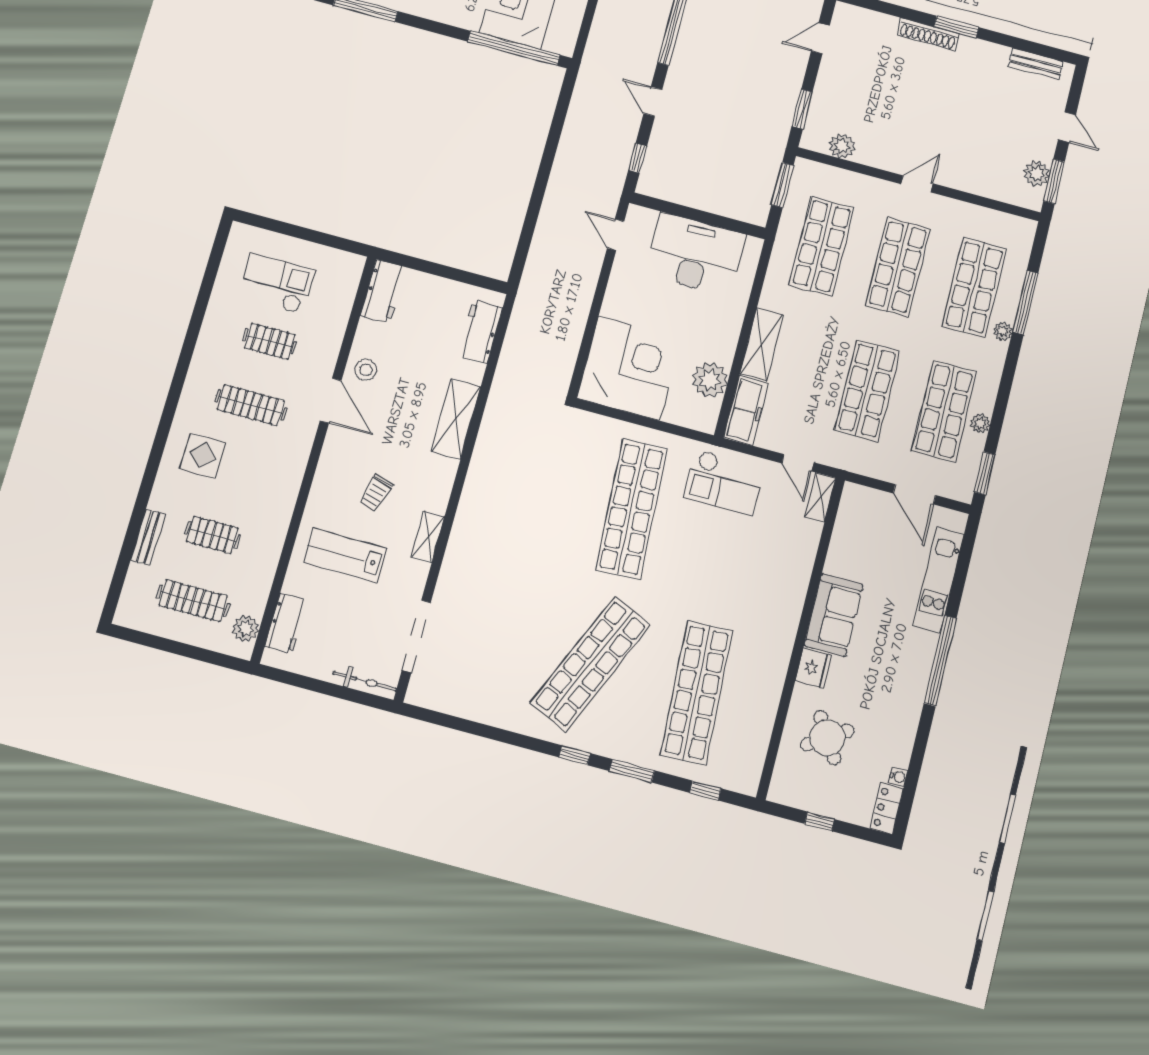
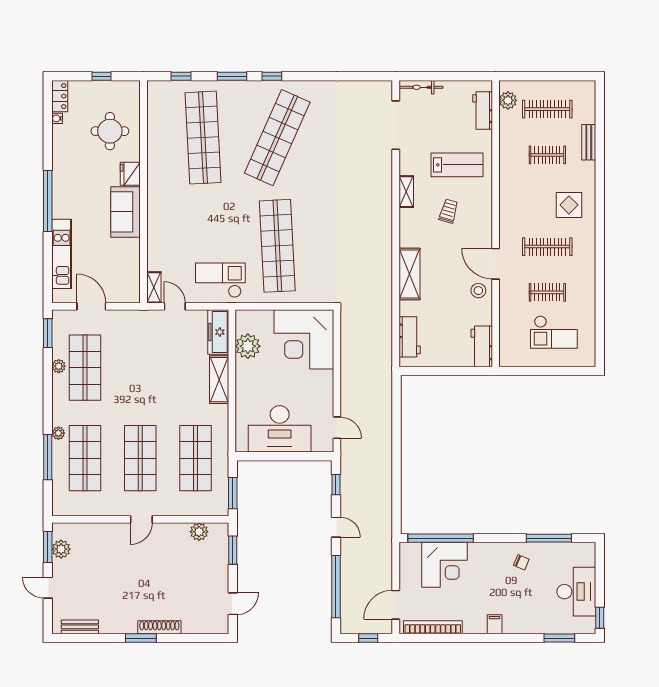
shop shelf: (867, 391) -> (140, 368), removed
round table: (827, 738) -> (110, 131), turned 33

